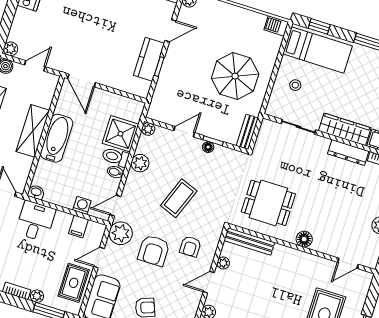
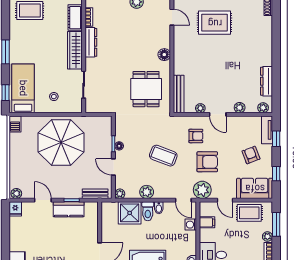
parasol: (235, 76) -> (61, 143), width x1.36, depth x1.36
bench: (247, 132) -> (95, 194), moved

